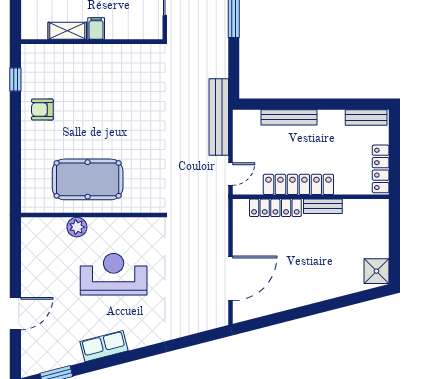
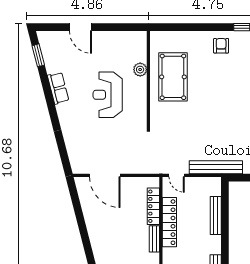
reception desk: (114, 274) -> (108, 95), turned 180

